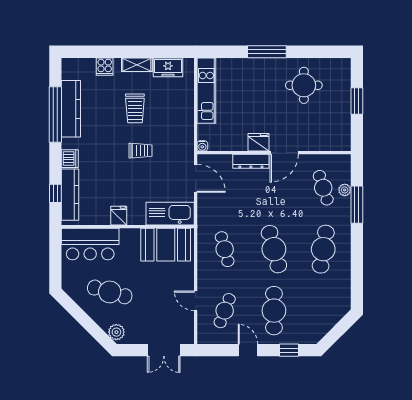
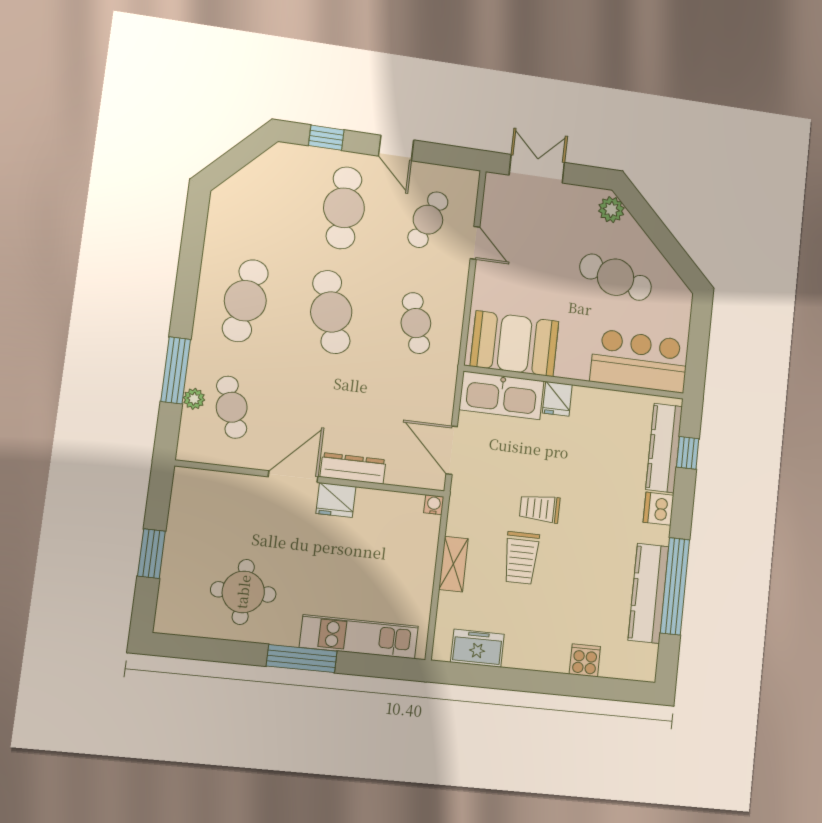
shelving: (137, 65) -> (453, 564), moved, turned 90
kitchen unit: (206, 91) -> (359, 637), moved, turned 90
trolley: (135, 108) -> (521, 558), moved, turned 180
fridge: (119, 216) -> (557, 399), moved

